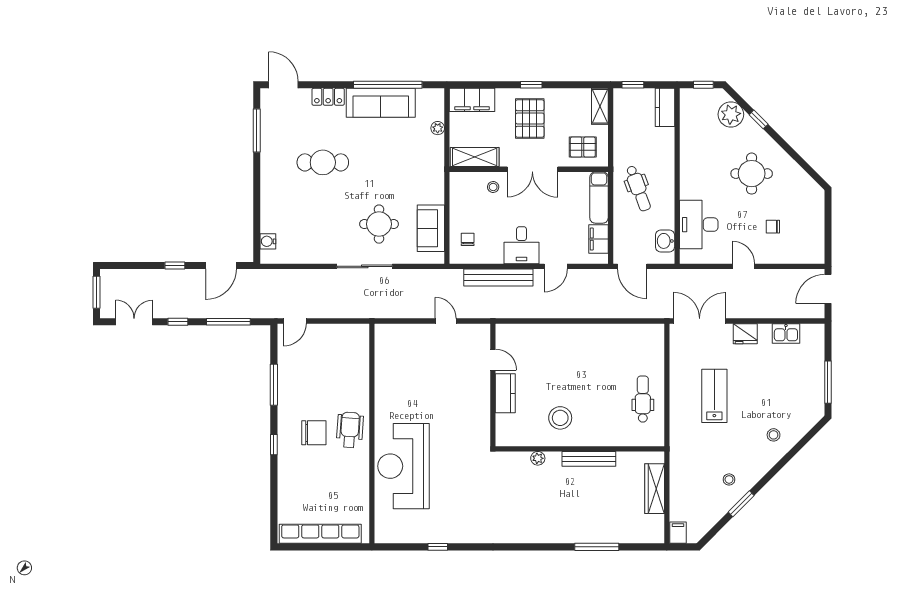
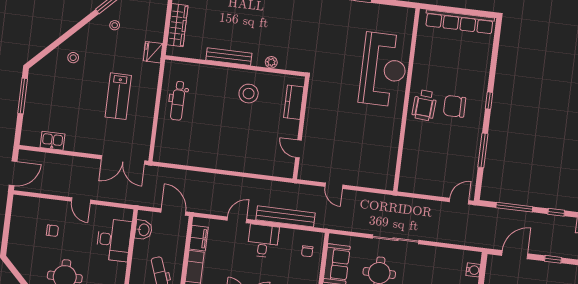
fridge: (745, 334) -> (153, 52), moved, turned -90
kitchen counter: (505, 393) -> (294, 102), moved

